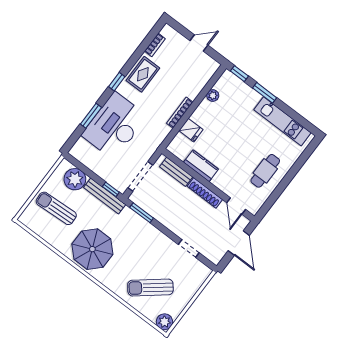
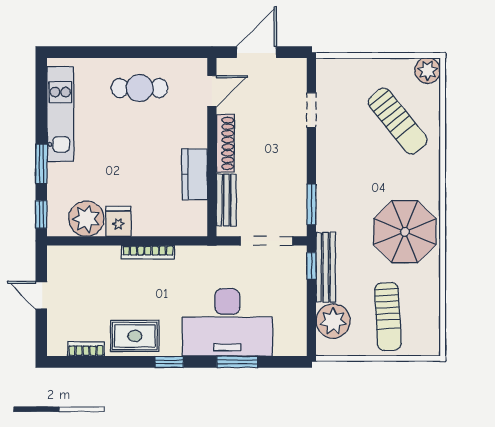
plant: (213, 96) -> (86, 219), width x1.87, depth x1.87
fridge: (191, 130) -> (118, 221), moved

